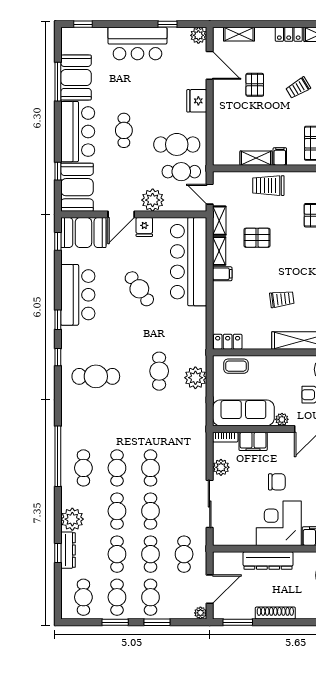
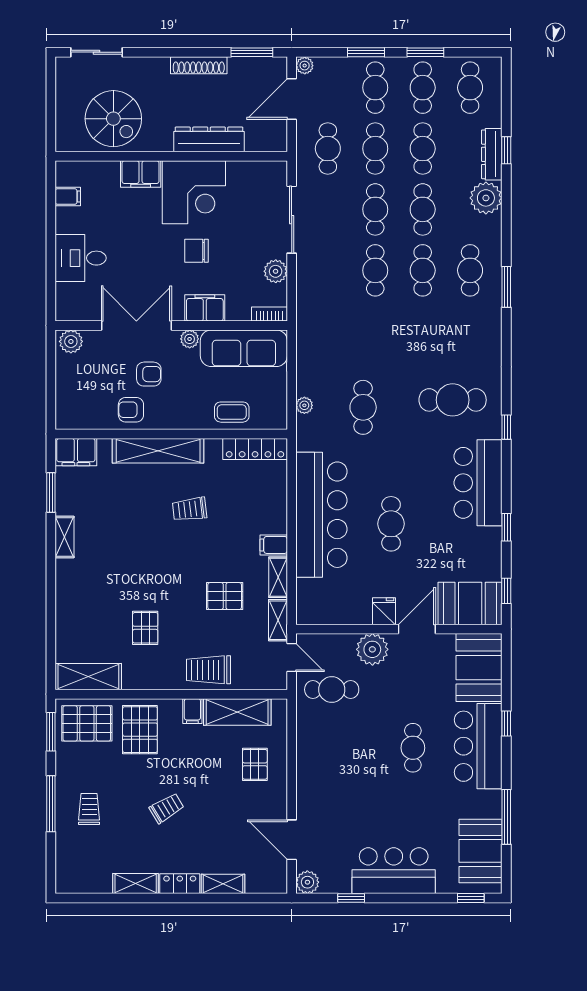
shelving: (239, 34) -> (223, 884), moved
booth: (76, 77) -> (481, 851), moved
pallet: (255, 85) -> (255, 764), moved
fridge: (197, 101) -> (310, 790), removed
cafe table: (177, 144) -> (338, 728), removed
shelving: (256, 158) -> (237, 712), width x1.50, depth x1.33
window: (58, 171) -> (506, 723), moved
trolley: (268, 186) -> (208, 670), turned 180
bar counter: (189, 262) -> (321, 515), moved
cafe table: (139, 289) -> (391, 524), turned 35
bar counter: (78, 295) -> (478, 483), moved
window: (58, 320) -> (506, 527), moved
locker: (228, 342) -> (255, 449), width x1.53
coffee table: (236, 366) -> (232, 412), moved
plant: (195, 378) -> (304, 405), width x0.53, depth x0.53
filing cabinet: (253, 441) -> (205, 308), moved
window: (58, 456) -> (506, 287), width x0.47

